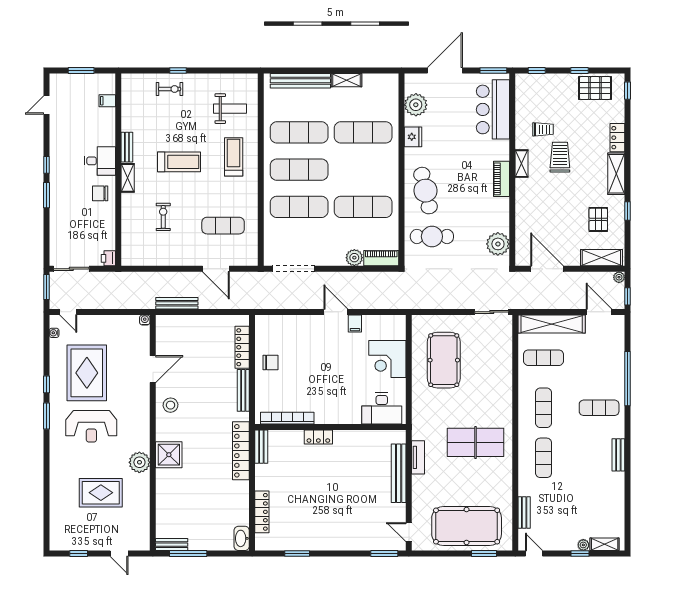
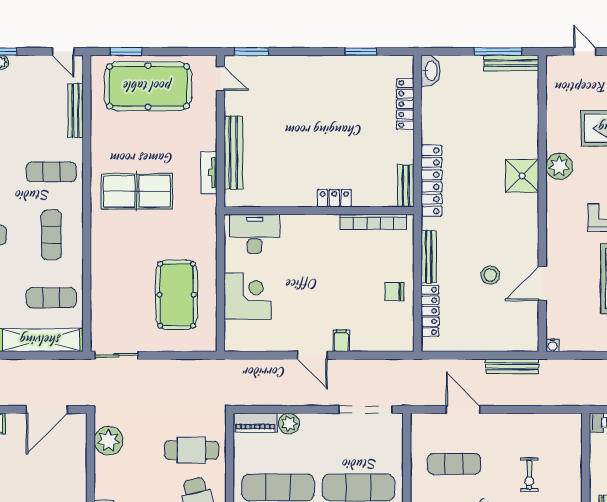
door: (547, 269) -> (47, 409), hinge flipped
filing cabinet: (355, 324) -> (341, 341), moved
stool: (171, 405) -> (490, 275), moved
exercise mat: (544, 458) -> (51, 172), turned 90
bench: (524, 512) -> (76, 110), width x1.36
bench: (172, 545) -> (511, 63), width x1.36

